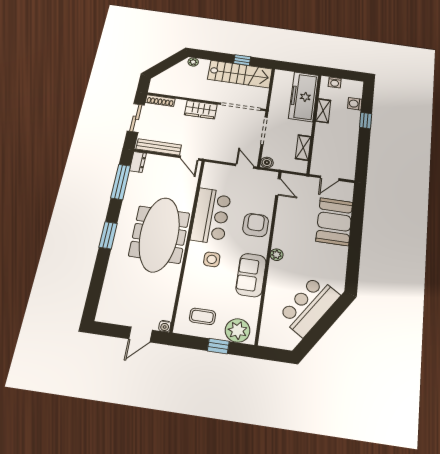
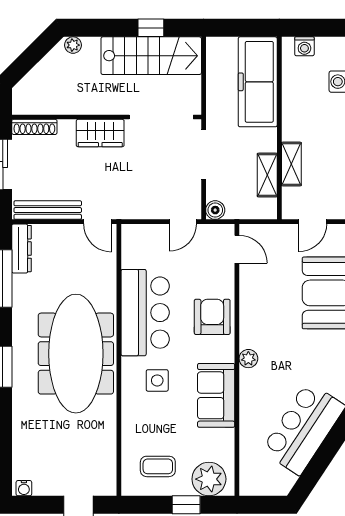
shelving: (323, 111) -> (291, 164), moved
dresser: (138, 162) -> (21, 249), width x1.44
door: (245, 166) -> (183, 222), swing flipped
water cooler: (165, 326) -> (24, 488), moved

